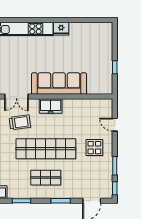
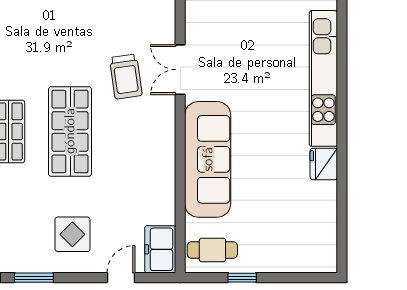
cafe table: (102, 81) -> (212, 250), added
freezer: (51, 106) -> (160, 249), moved
shop shelf: (46, 149) -> (70, 131), width x0.71

